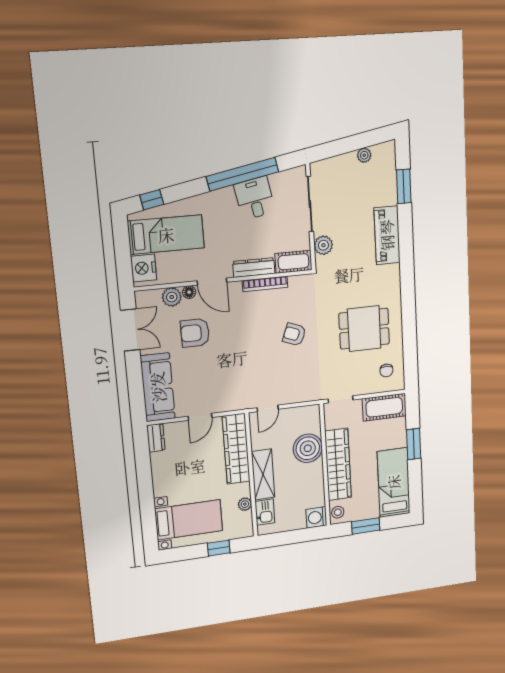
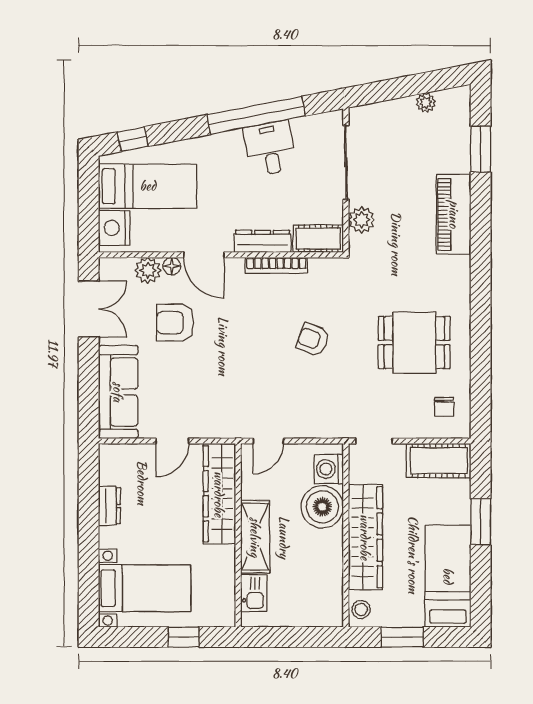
dresser: (156, 438) -> (109, 506), moved
plant: (245, 504) -> (226, 577), removed
washing machine: (316, 517) -> (329, 469), moved

